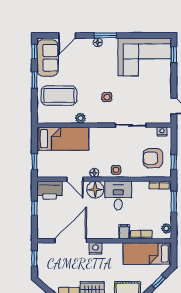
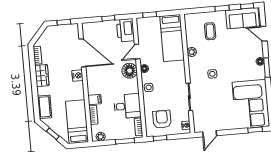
coffee table: (59, 95) -> (210, 31), width x0.54, depth x0.58
desk: (118, 196) -> (127, 106), moved

